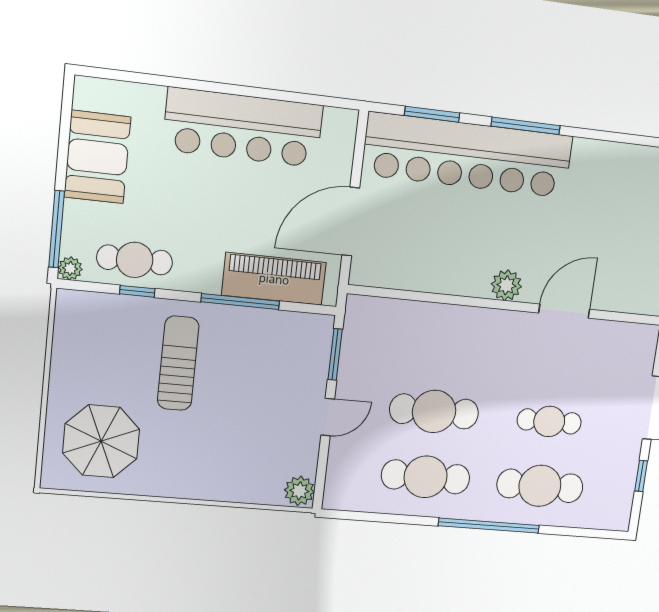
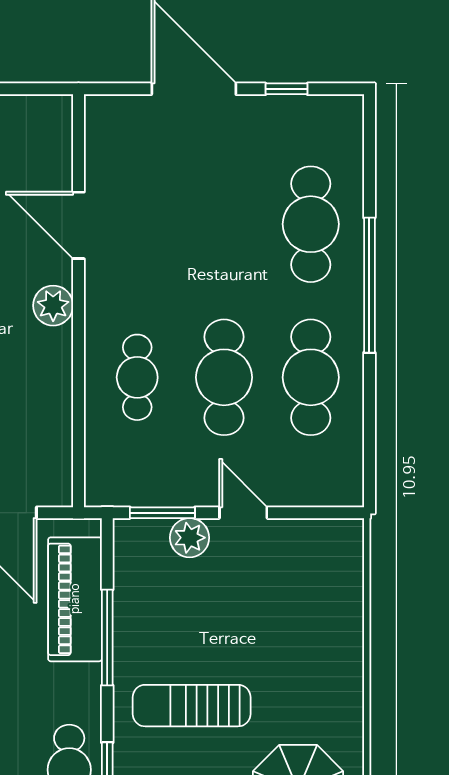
cafe table: (549, 421) -> (137, 377), moved
plant: (299, 491) -> (190, 538), moved

